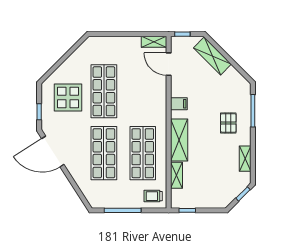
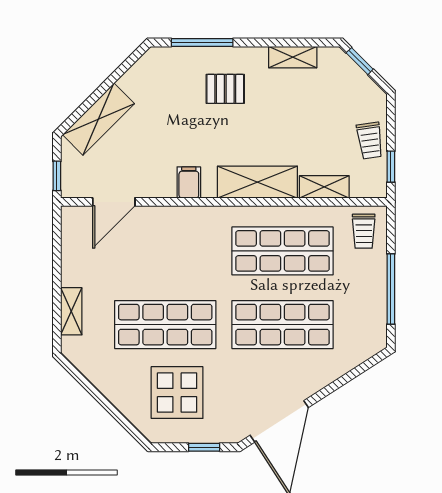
shelving: (154, 42) -> (71, 311), moved
trolley: (201, 199) -> (370, 141), added

